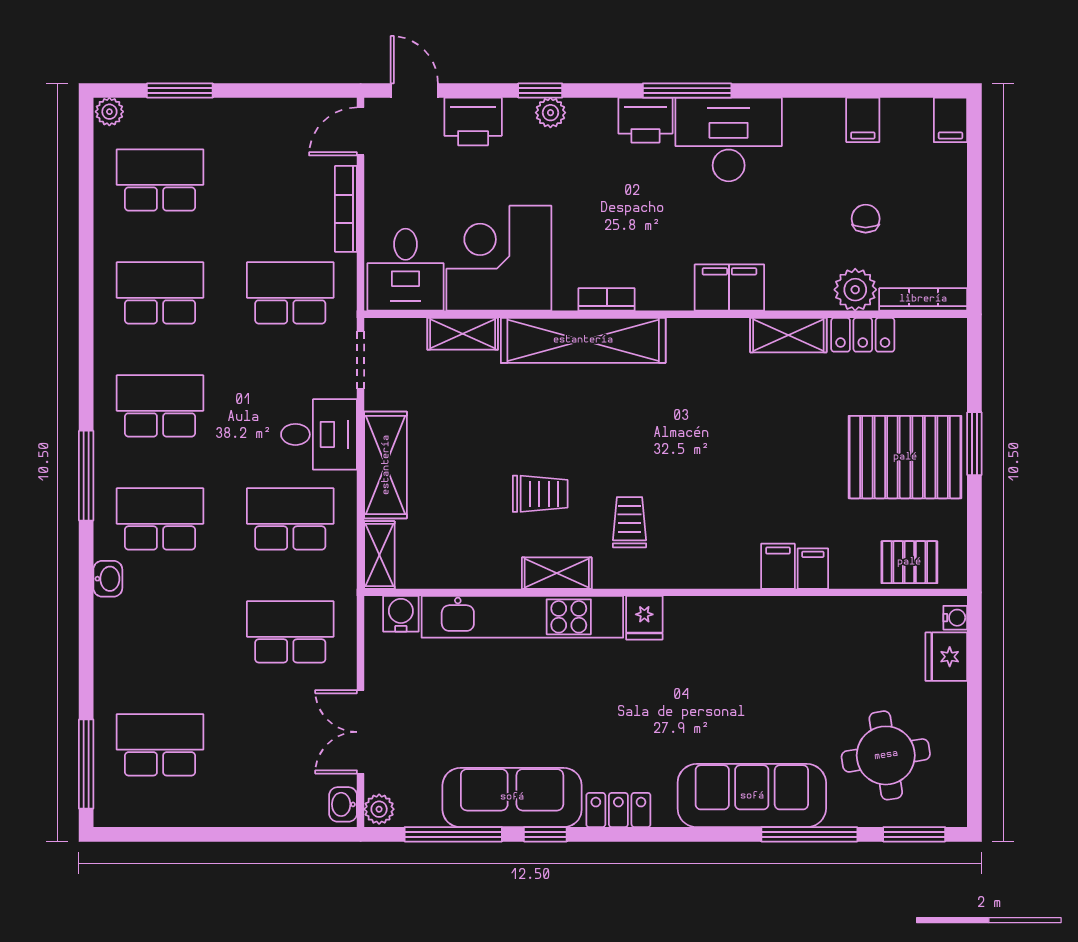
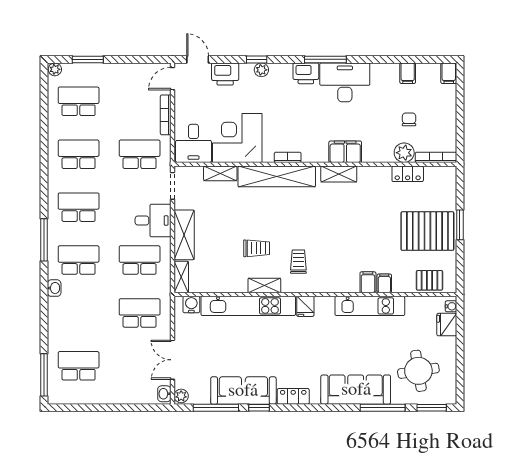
shelving: (788, 335) -> (339, 174), moved
kitchen unit: (782, 617) -> (370, 306), added

